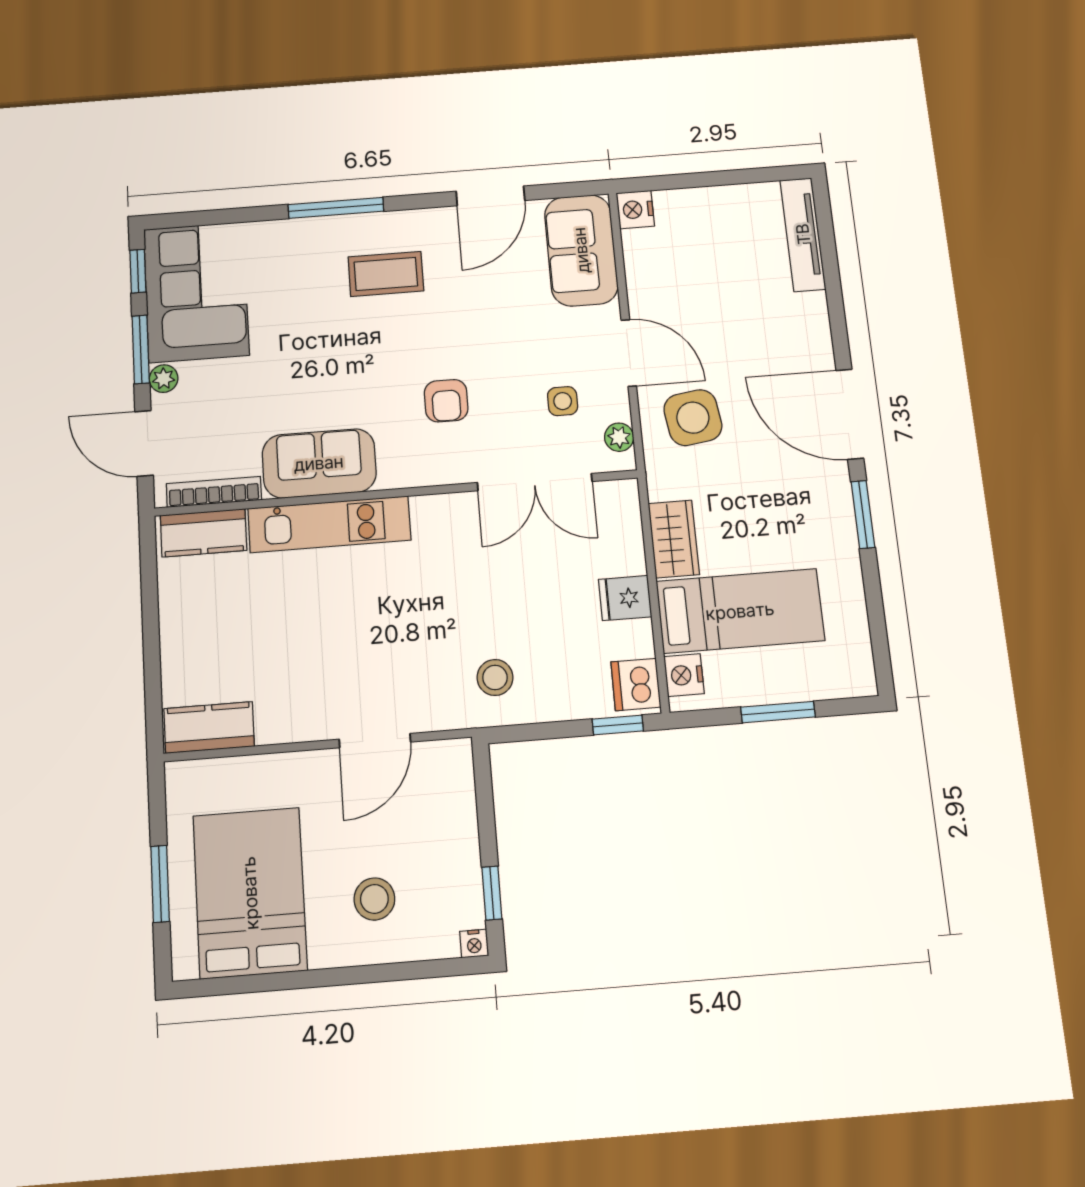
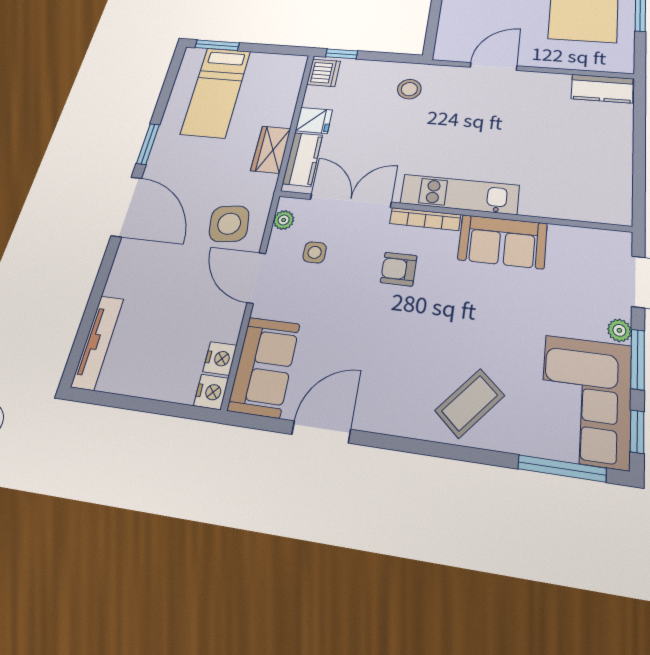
window: (336, 208) -> (562, 468), moved
coffee table: (386, 274) -> (470, 403), moved, turned -49
armchair: (446, 401) -> (399, 269), turned -90
bookcase: (214, 492) -> (425, 219), moved
kitchen unit: (329, 524) -> (460, 194), moved
kitchen counter: (203, 533) -> (302, 159), moved, turned 90
bed: (740, 611) -> (216, 92), moved, turned -90
nightstand: (684, 675) -> (220, 358), moved
window: (778, 712) -> (217, 45), moved

